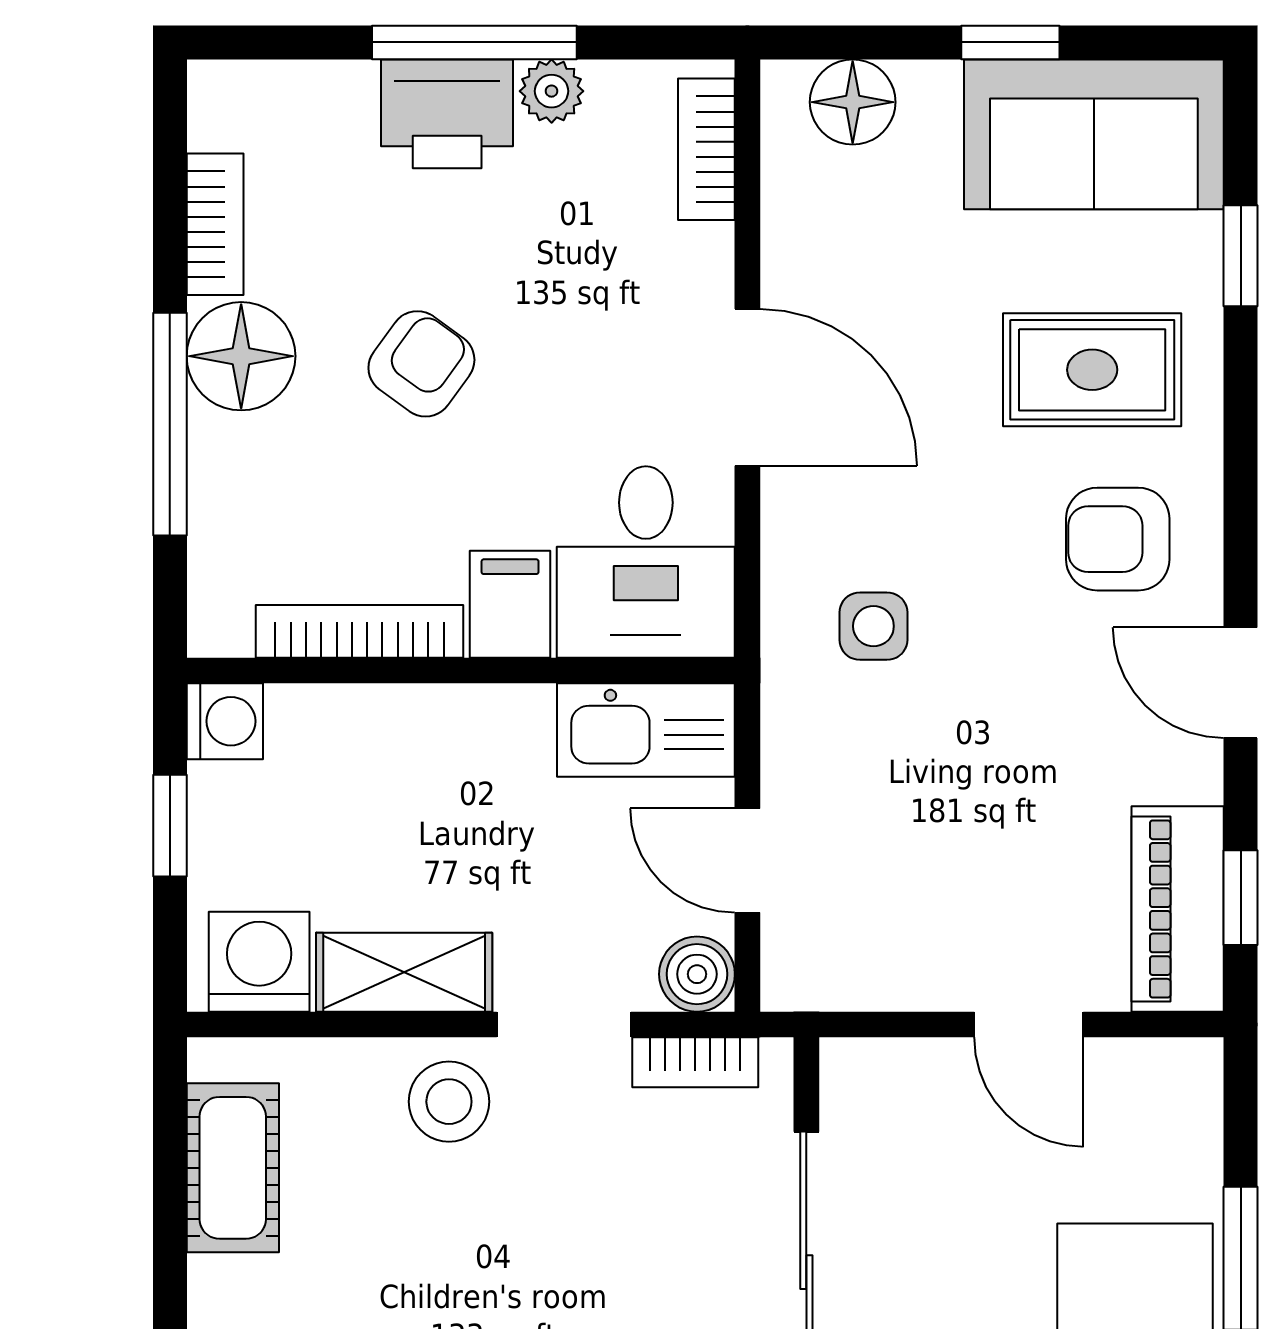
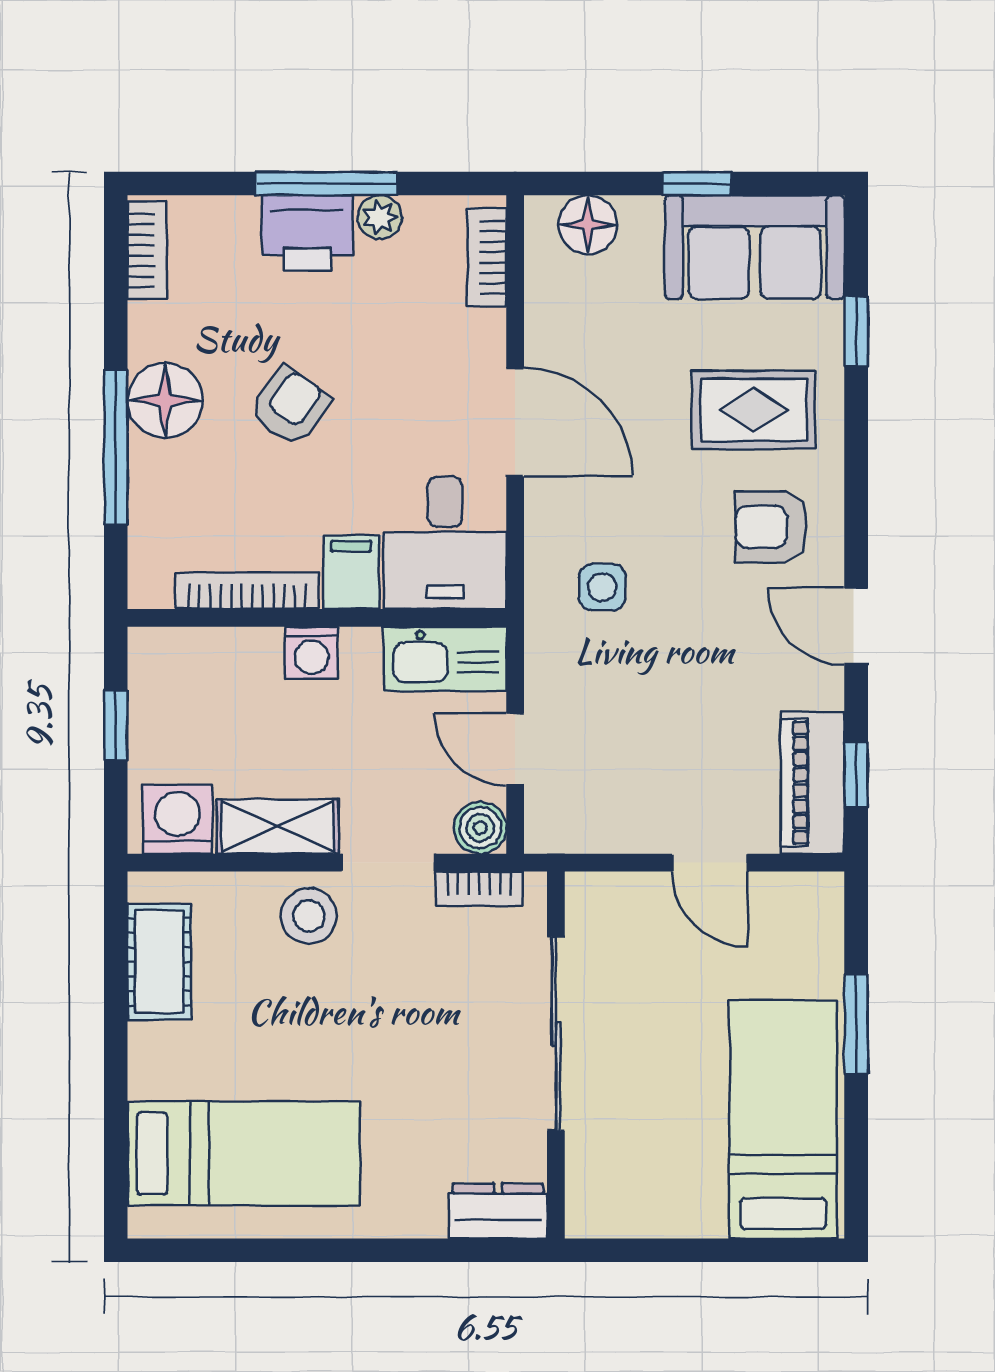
bookcase: (215, 224) -> (147, 251), moved
washing machine: (225, 721) -> (312, 653), moved, turned 90

